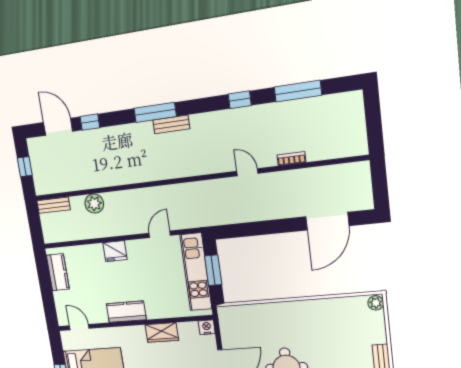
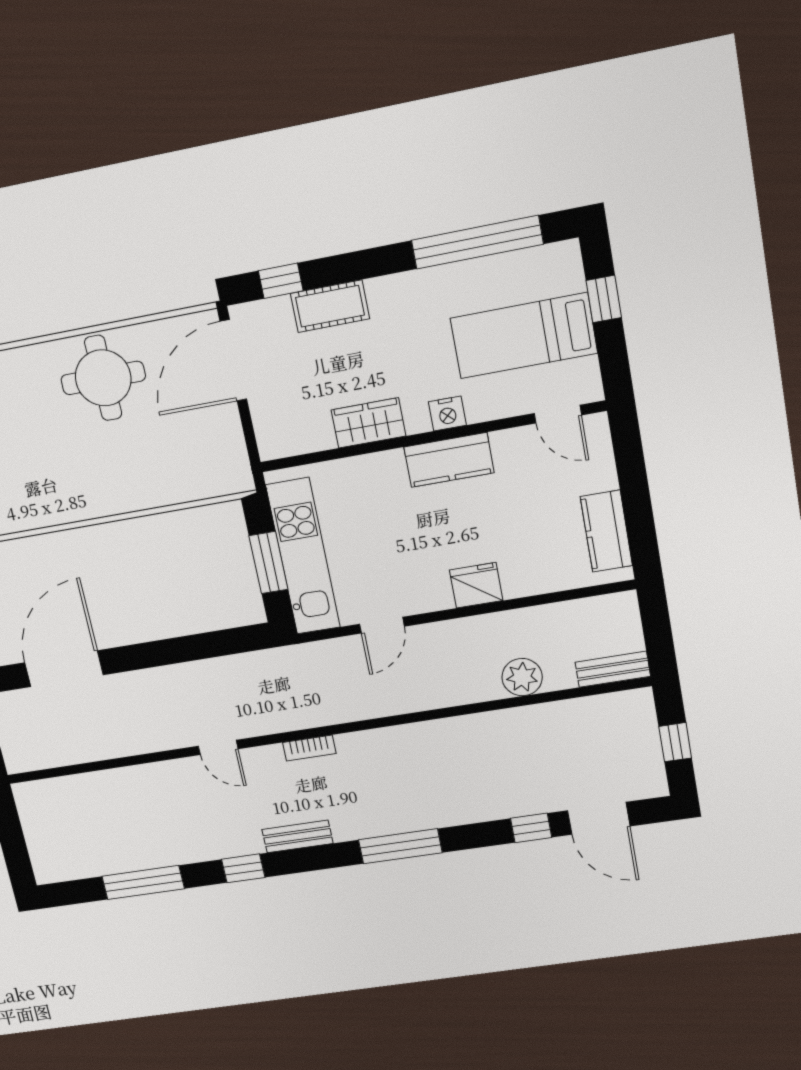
bench: (171, 124) -> (297, 836), moved
bookcase: (291, 159) -> (309, 748), moved
nightstand: (207, 327) -> (447, 413), moved

